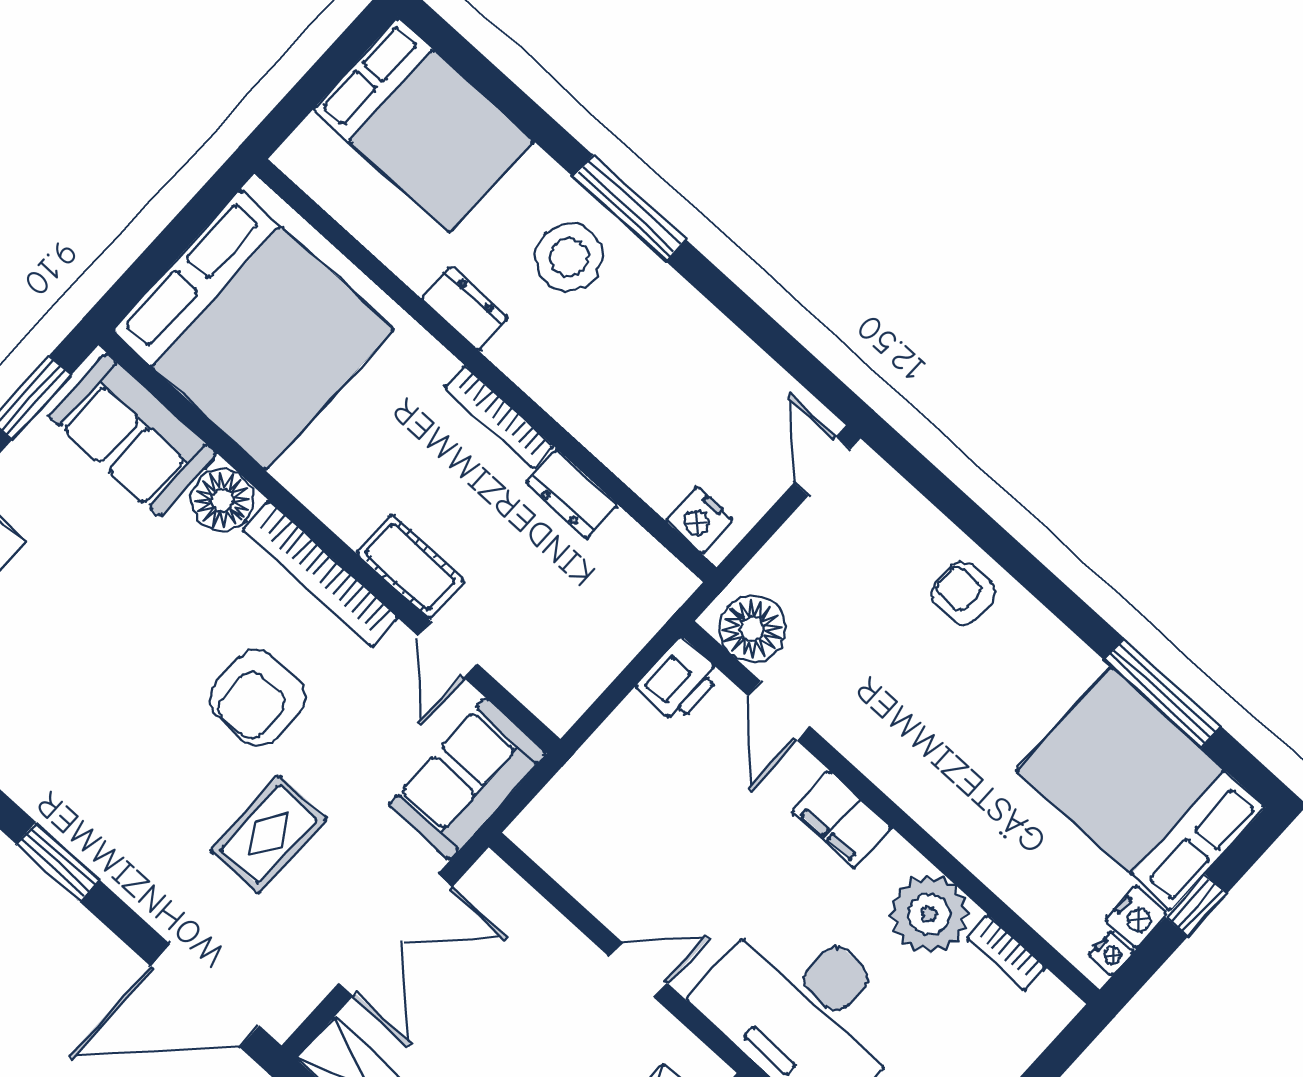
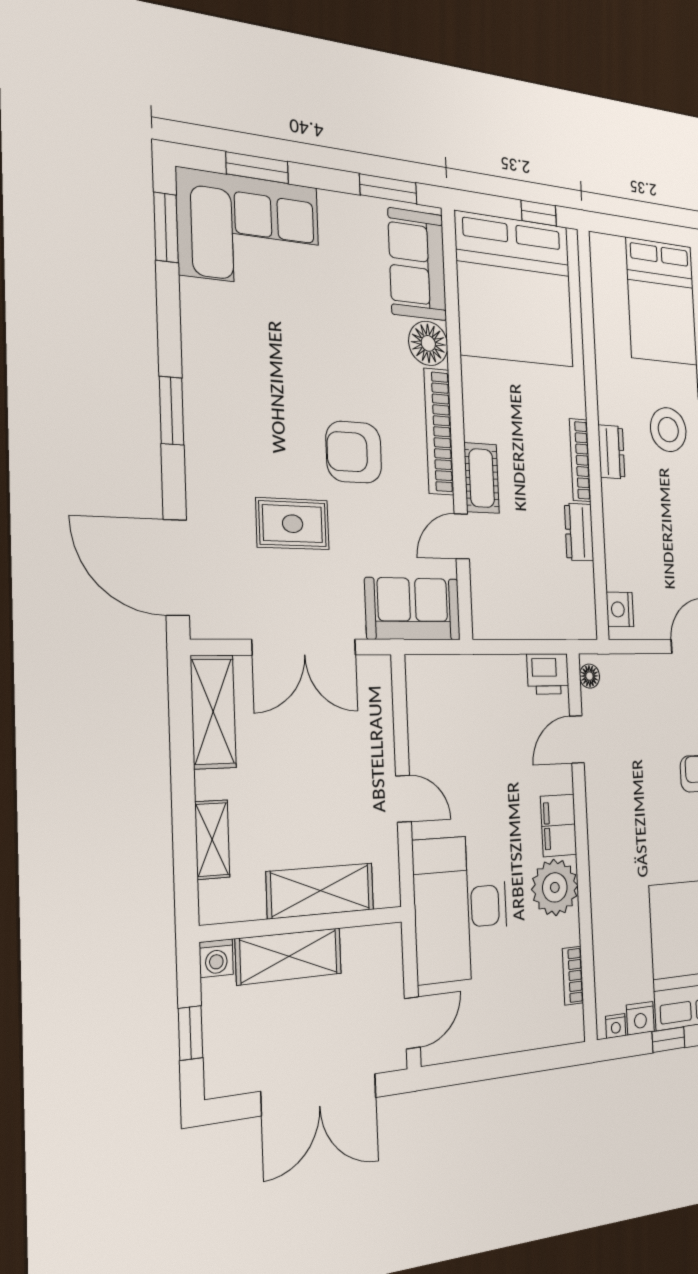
window: (198, 214) -> (539, 213), added
dresser: (464, 308) -> (611, 452), moved
floor lamp: (752, 629) -> (589, 676), width x0.53, depth x0.53
plant: (929, 914) -> (555, 887), moved

